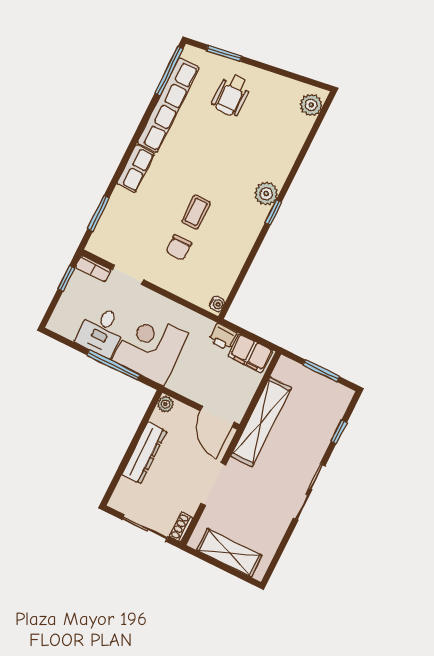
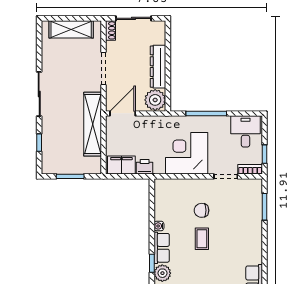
row of seats: (136, 169) -> (162, 248), moved, turned 180
chair: (179, 248) -> (202, 210), turned -90
water cooler: (217, 304) -> (159, 226), moved
desk: (101, 331) -> (245, 131), moved
corner desk: (150, 347) -> (187, 153), moved, turned 180
plant: (165, 404) -> (155, 100), width x1.87, depth x1.87
door: (217, 417) -> (123, 113), hinge flipped

